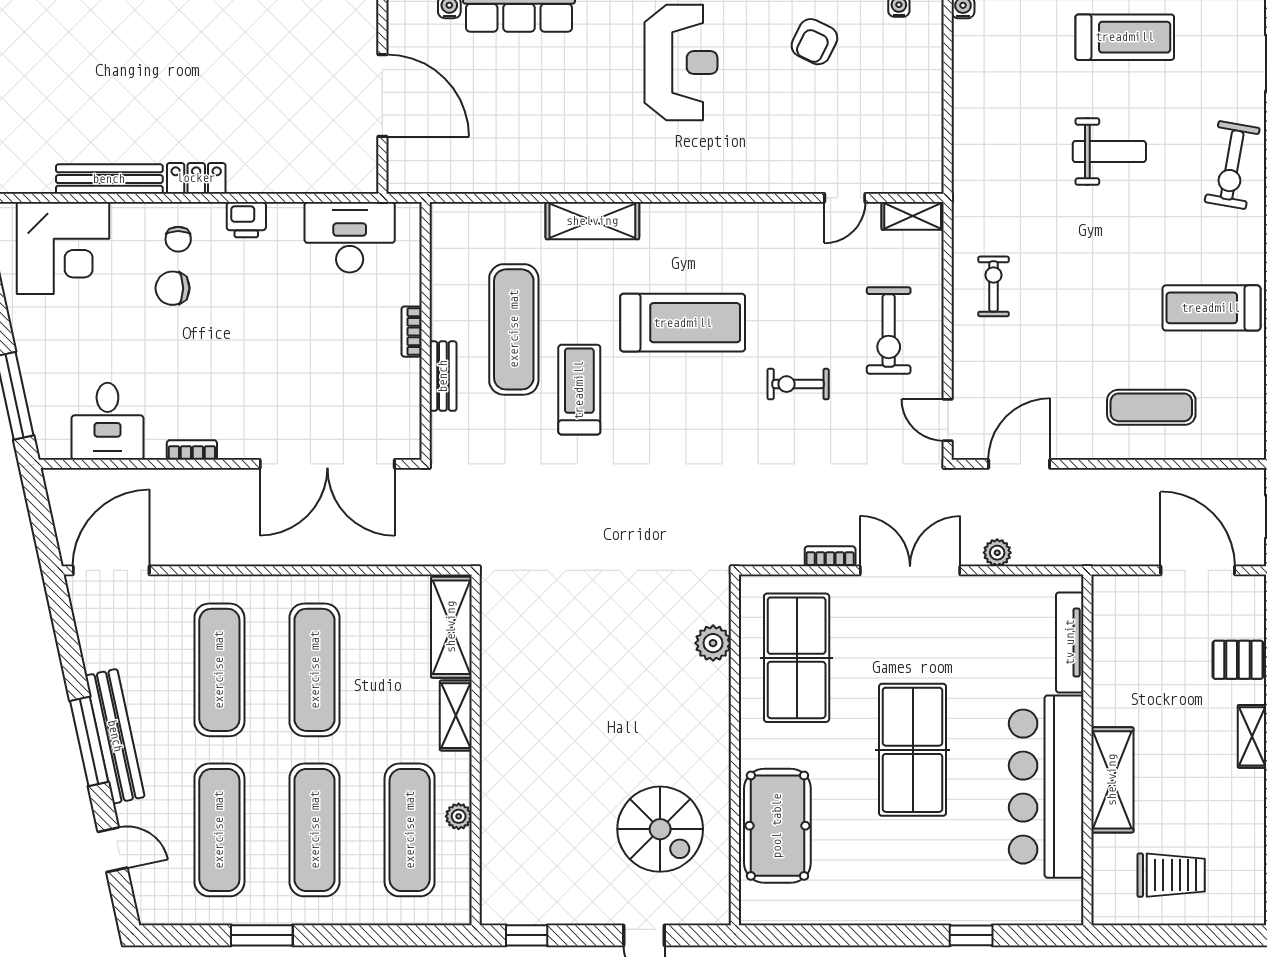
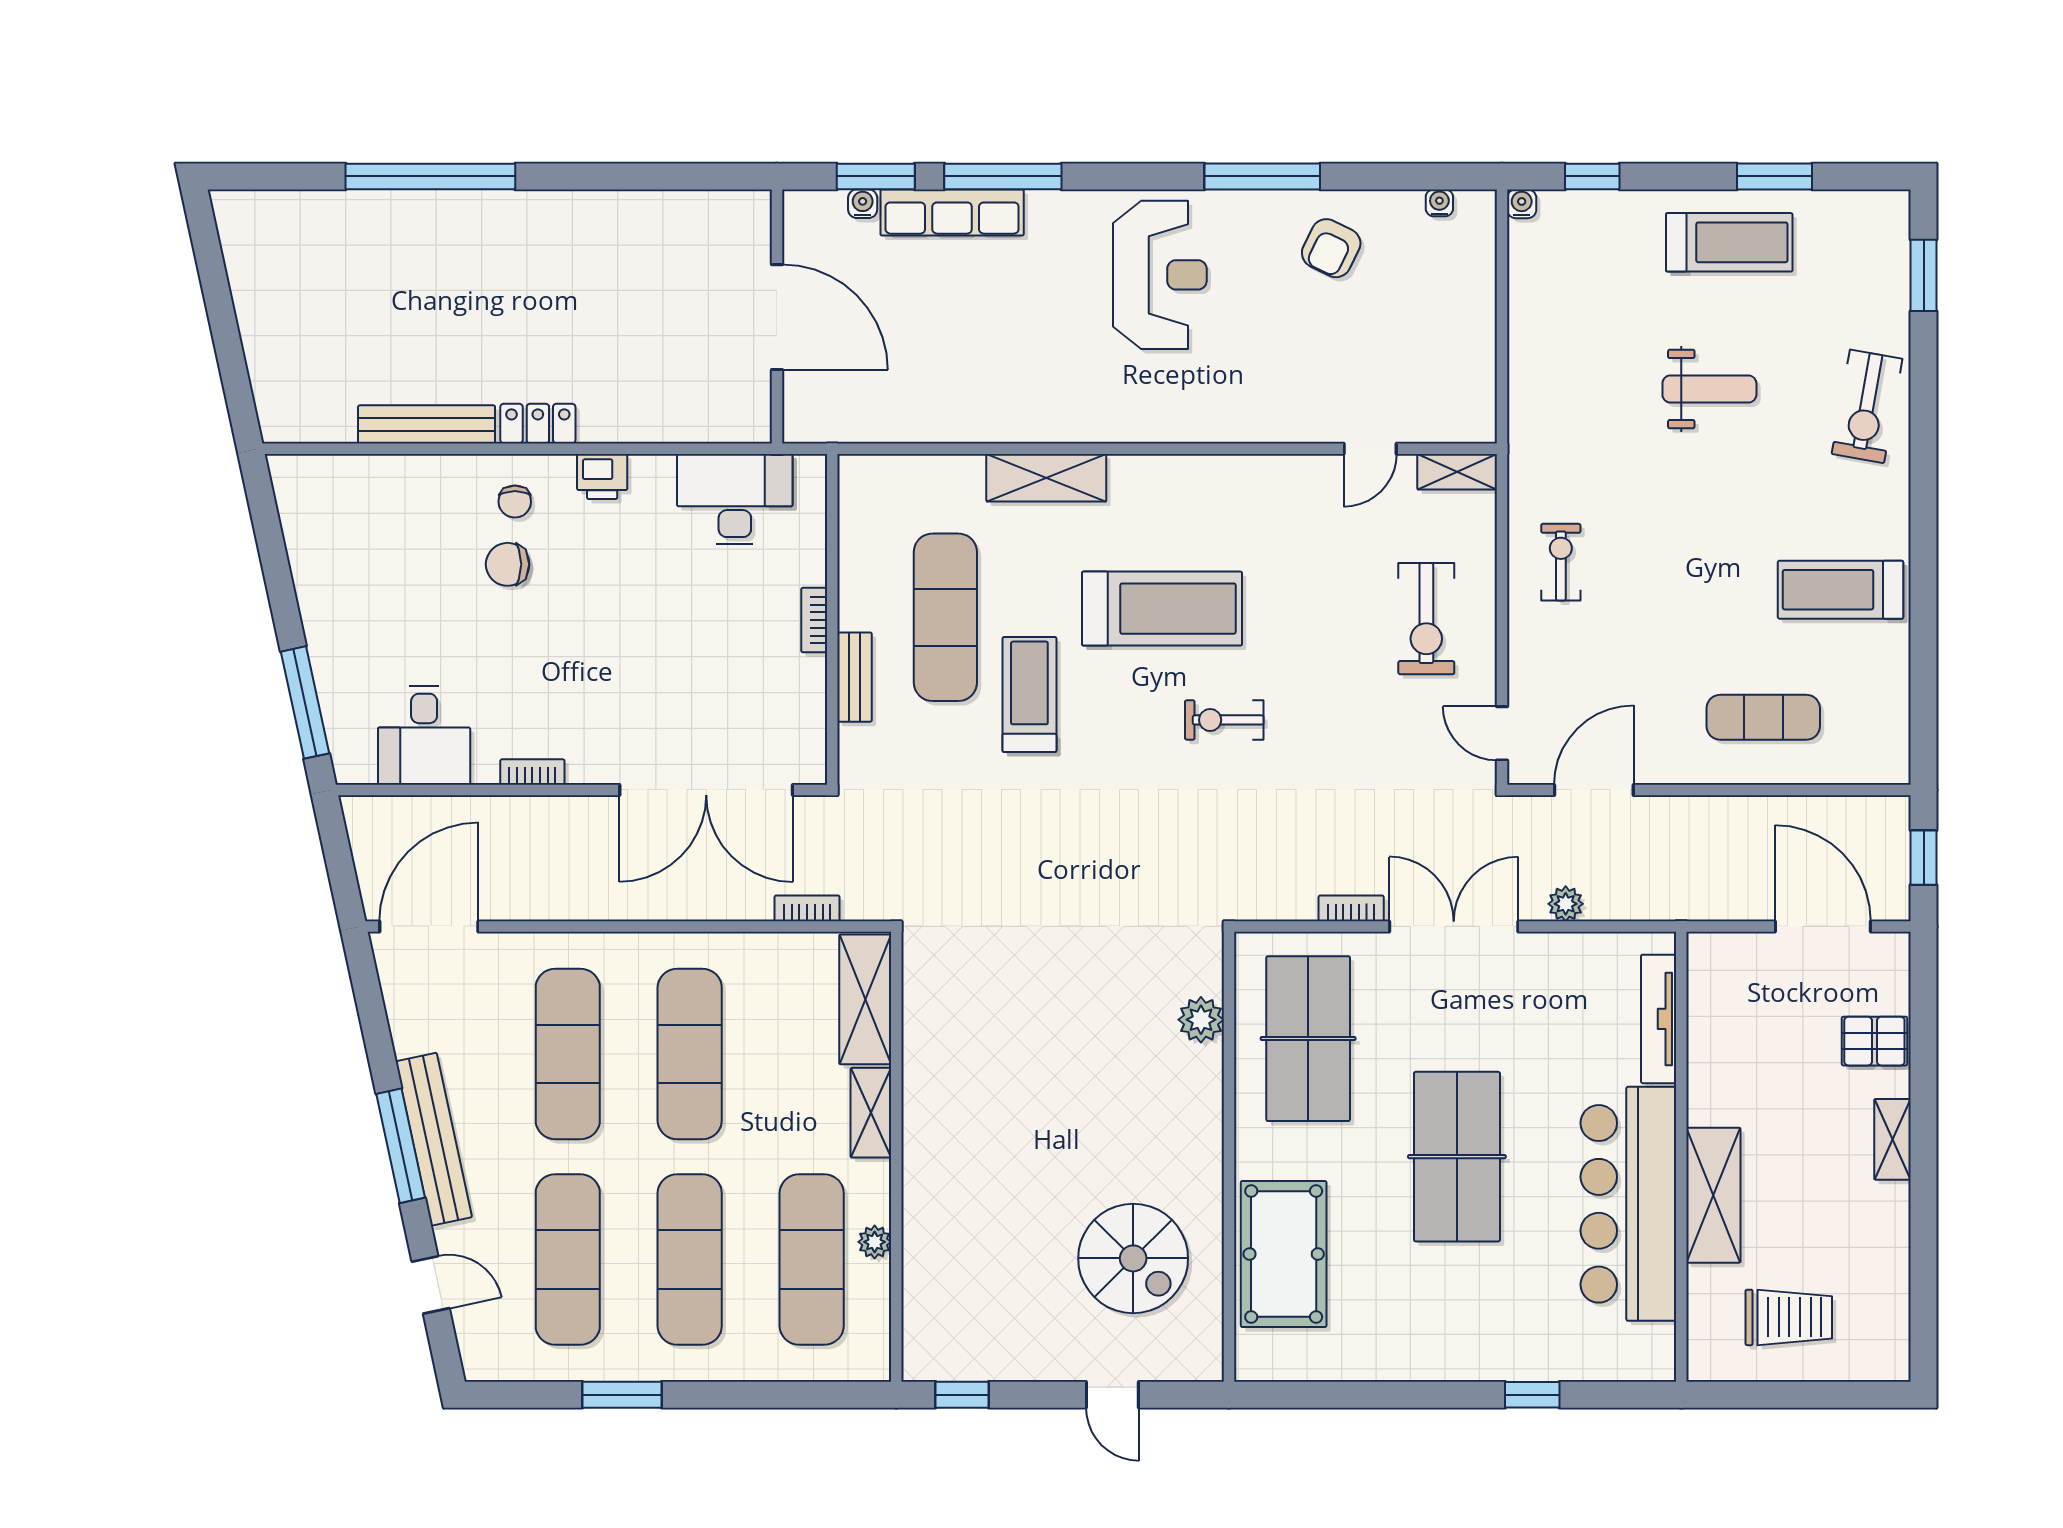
corner desk: (63, 248) -> (367, 513), removed
exercise bike: (798, 384) -> (1224, 720), moved
bookcase: (406, 556) -> (807, 908), added

